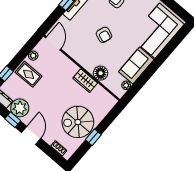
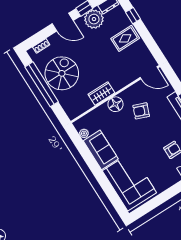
armchair: (104, 35) -> (141, 111), moved
plant: (33, 56) -> (143, 49), removed
floor lamp: (101, 73) -> (115, 104), moved
window: (93, 137) -> (42, 84), width x3.17

